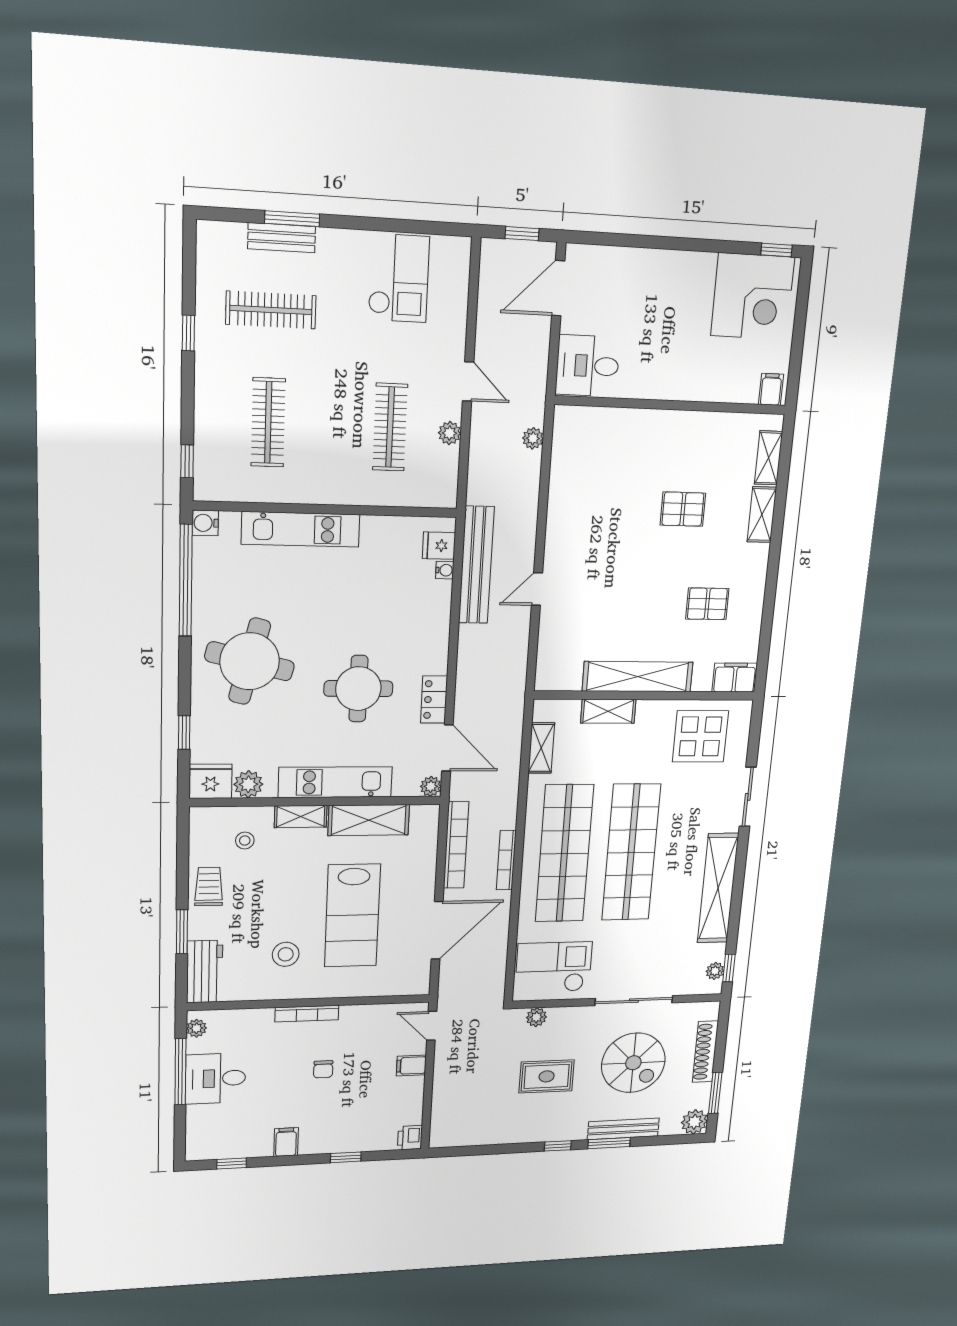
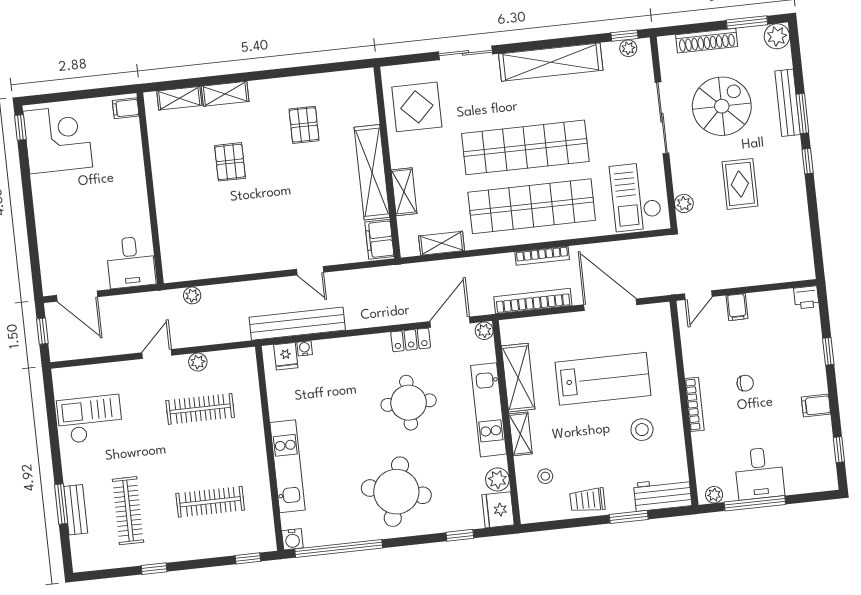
filing cabinet: (735, 678) -> (379, 239), moved

